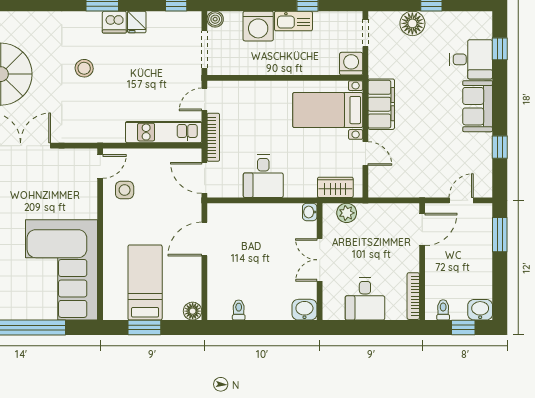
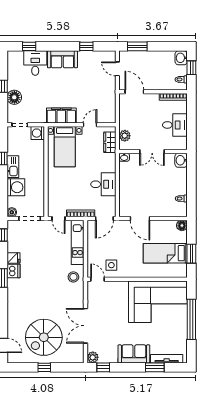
stool: (84, 68) -> (73, 277), moved

